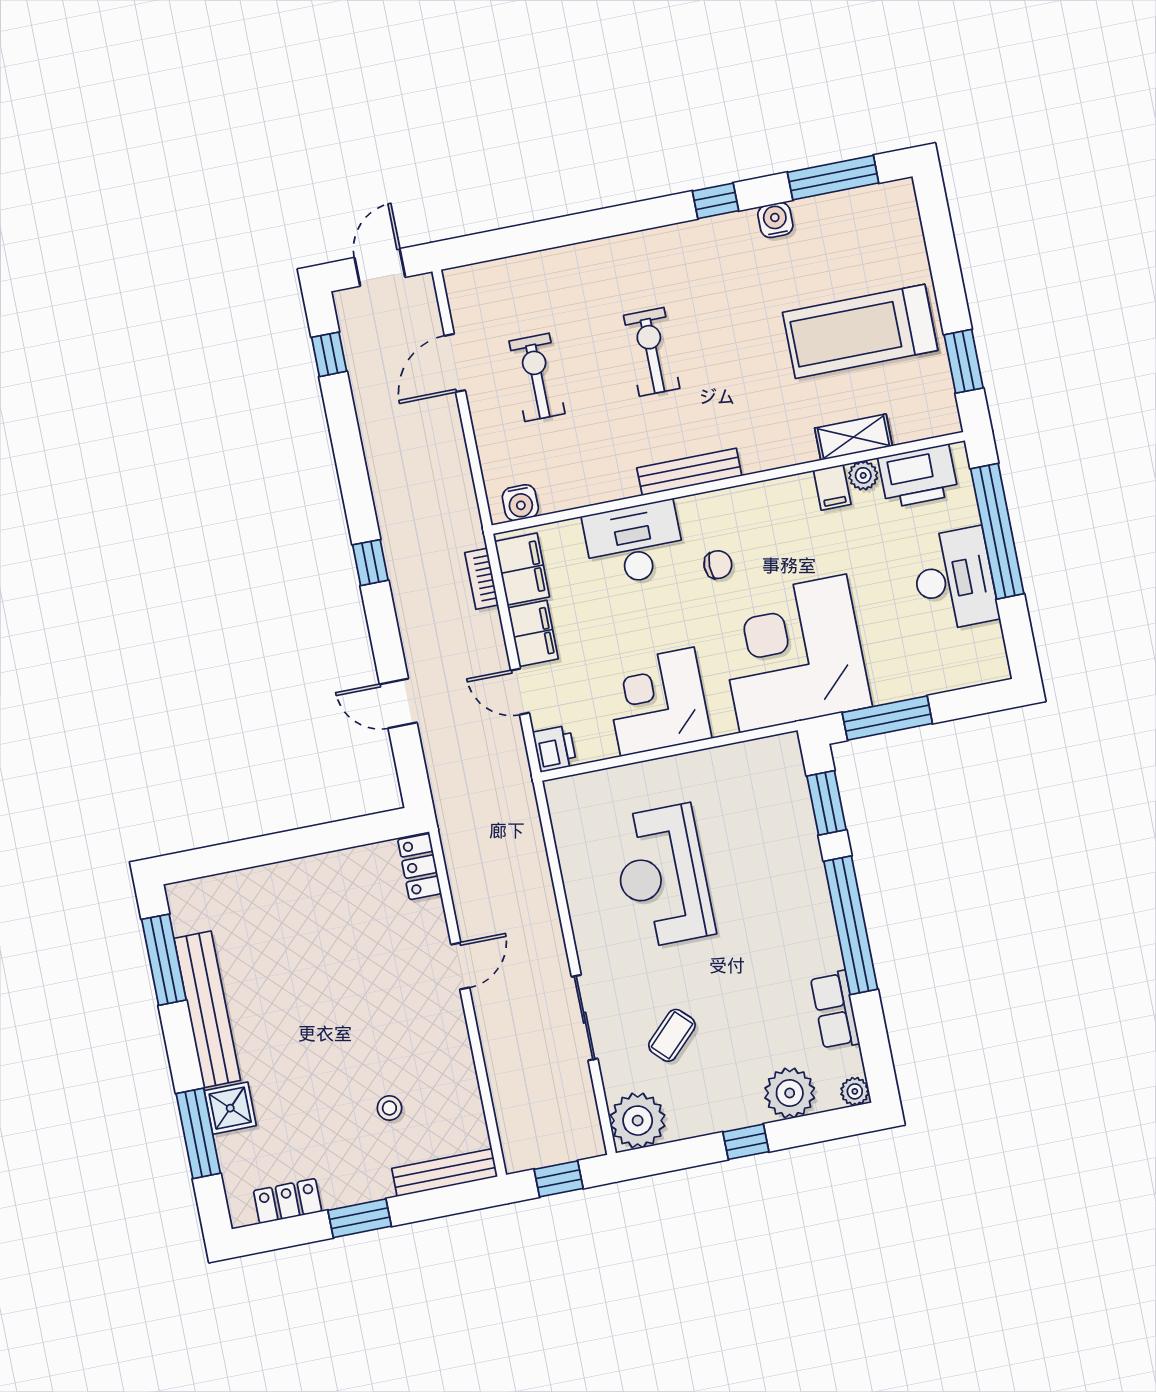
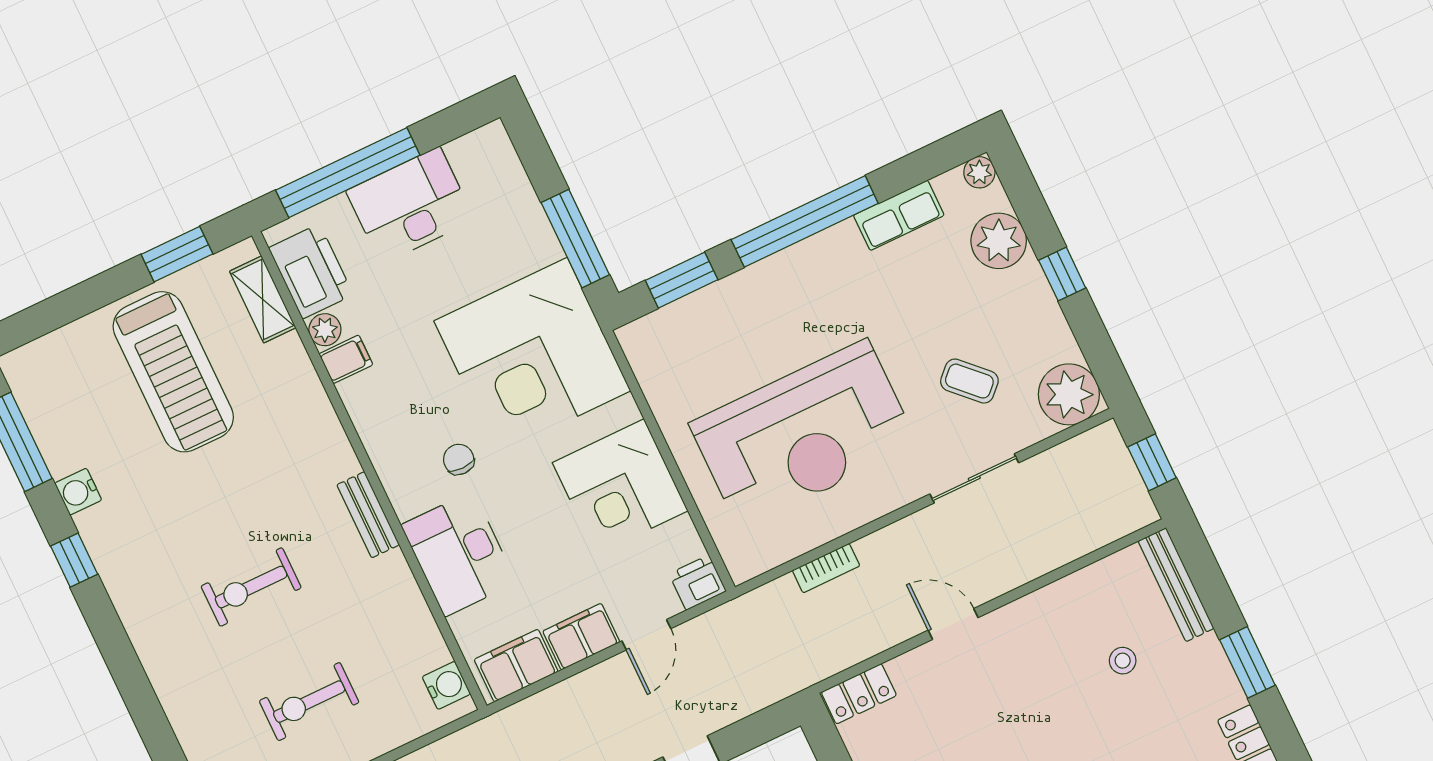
shelving: (854, 437) -> (263, 299), moved
bench: (689, 472) -> (368, 515), width x0.73
bookcase: (482, 579) -> (826, 568), moved
reception desk: (662, 876) -> (803, 434), width x1.36, depth x1.30

